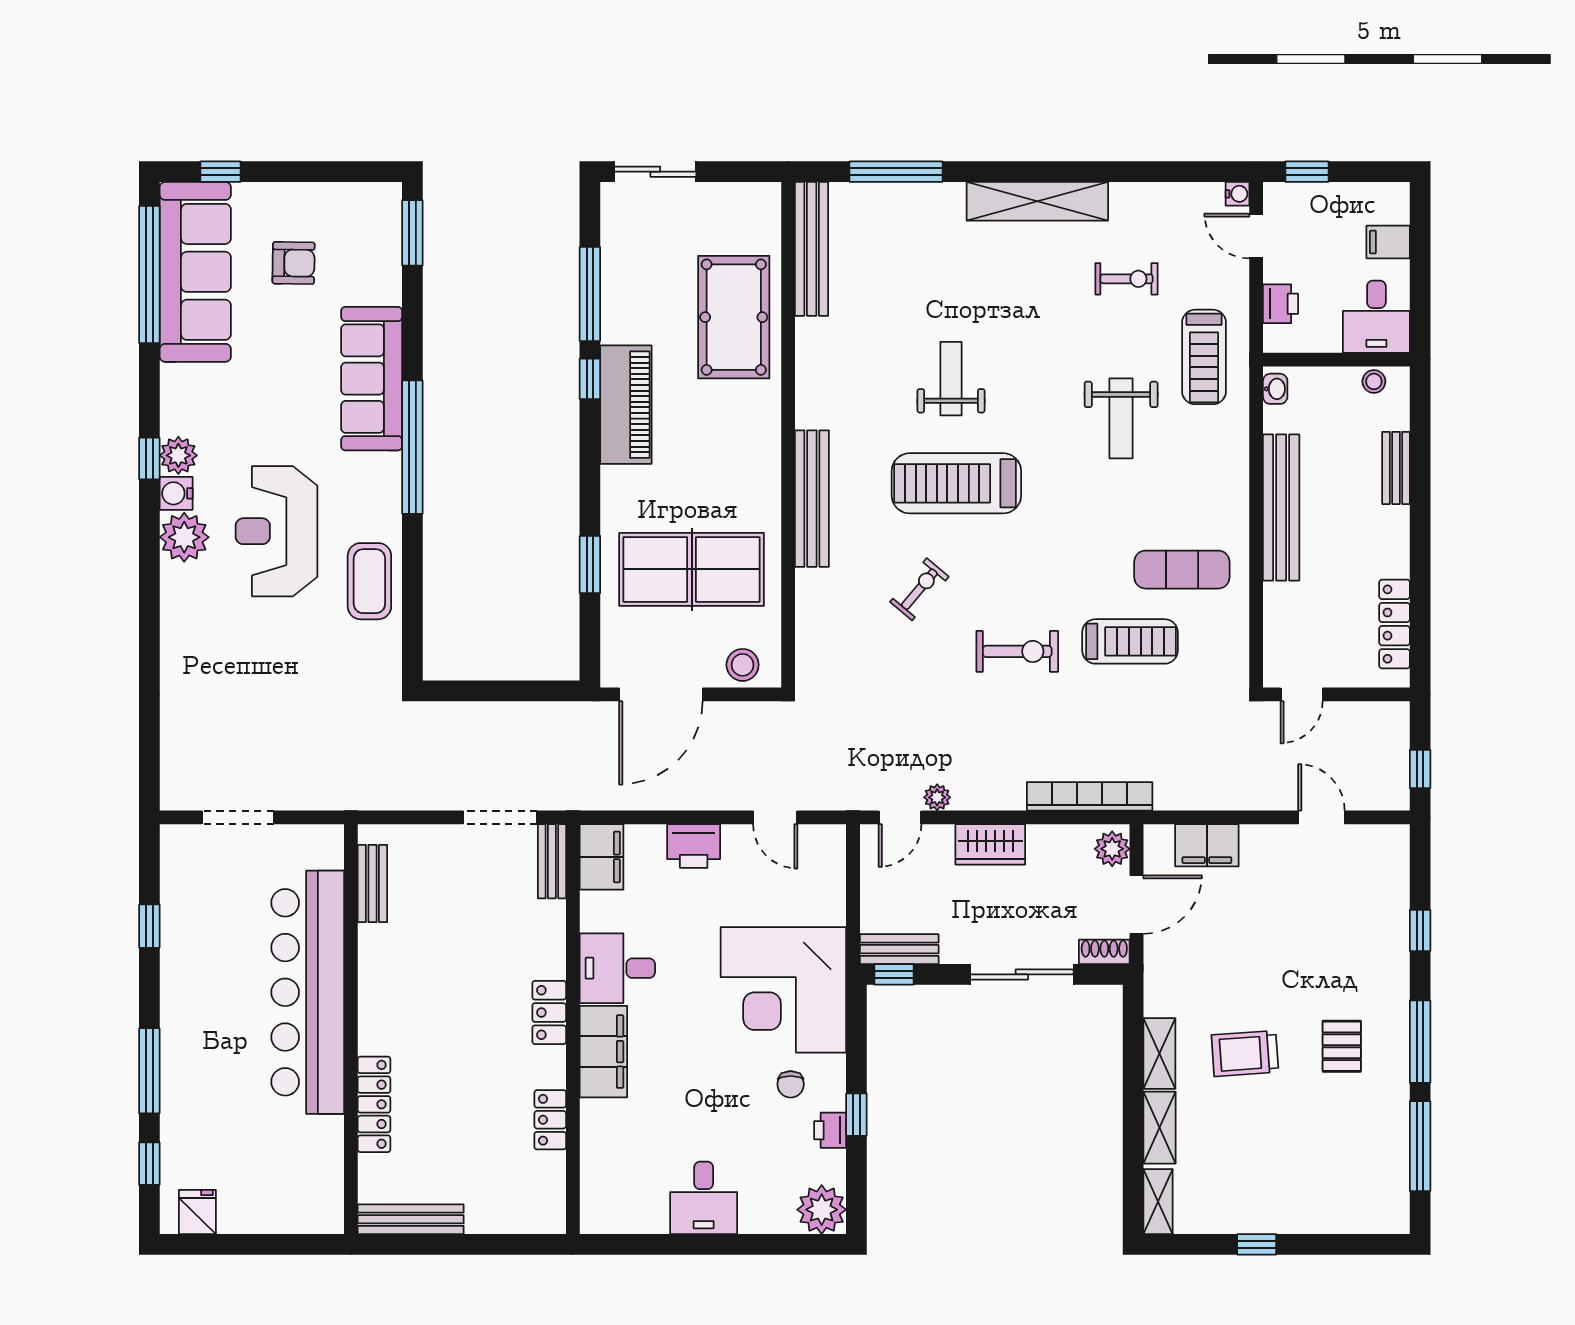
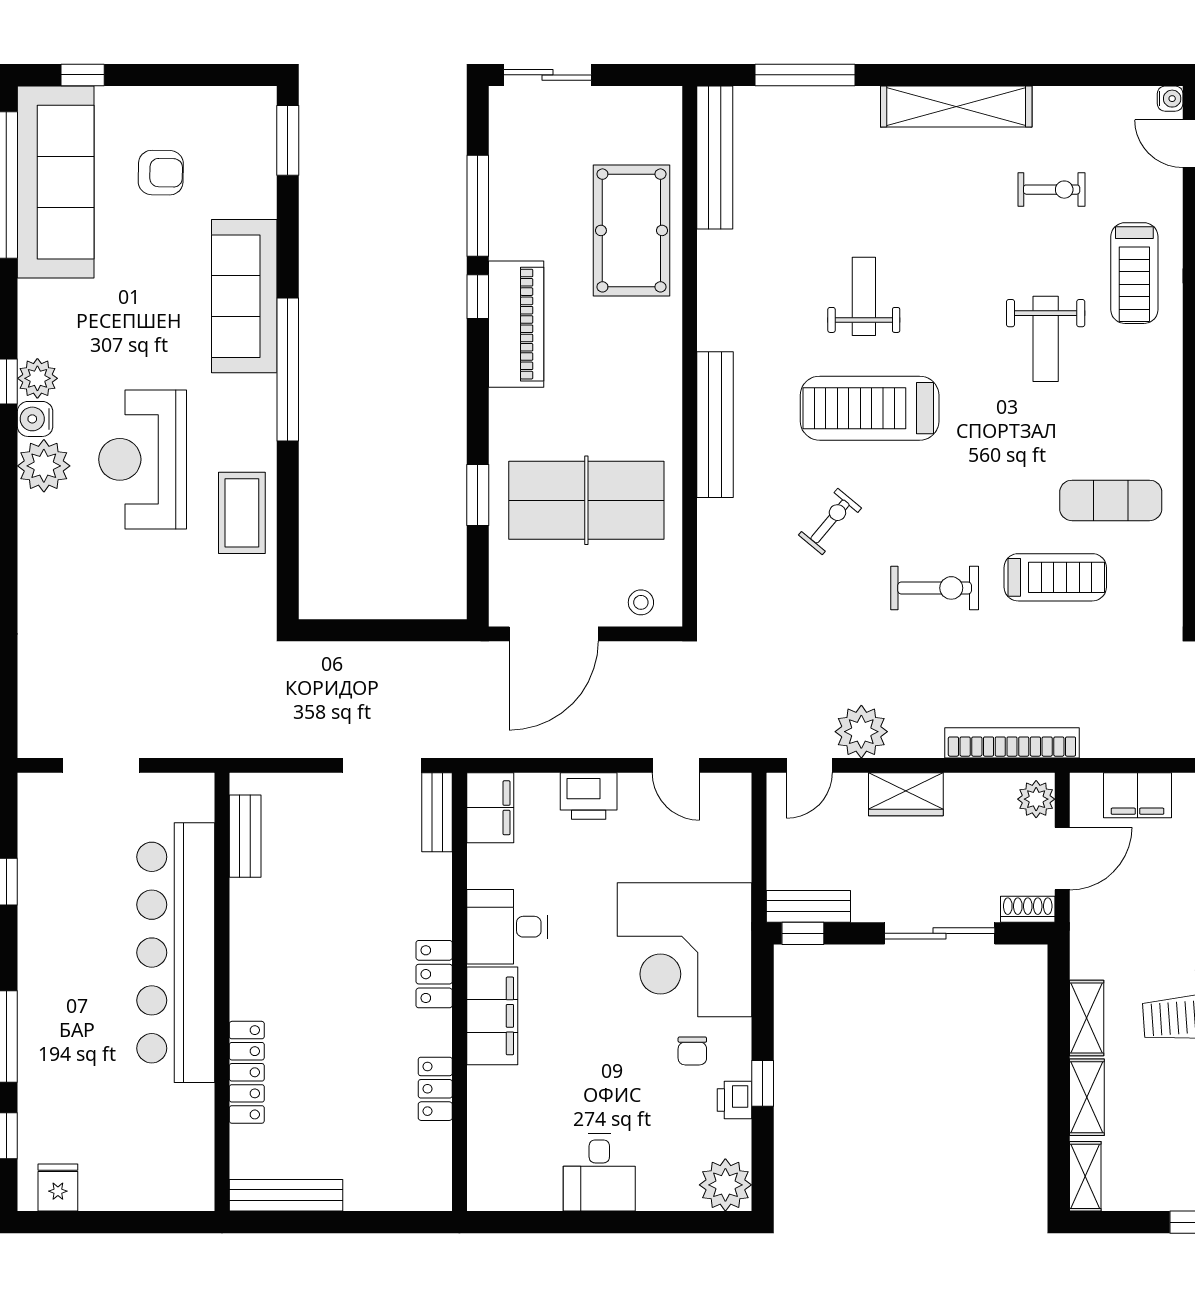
stool: (743, 665) -> (641, 602), width x0.73, depth x0.73
plant: (937, 797) -> (861, 732), width x1.88, depth x1.88

